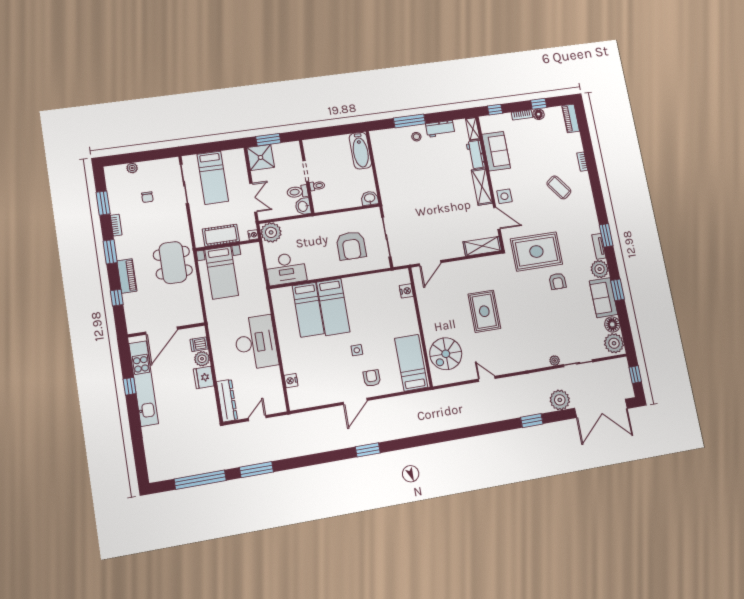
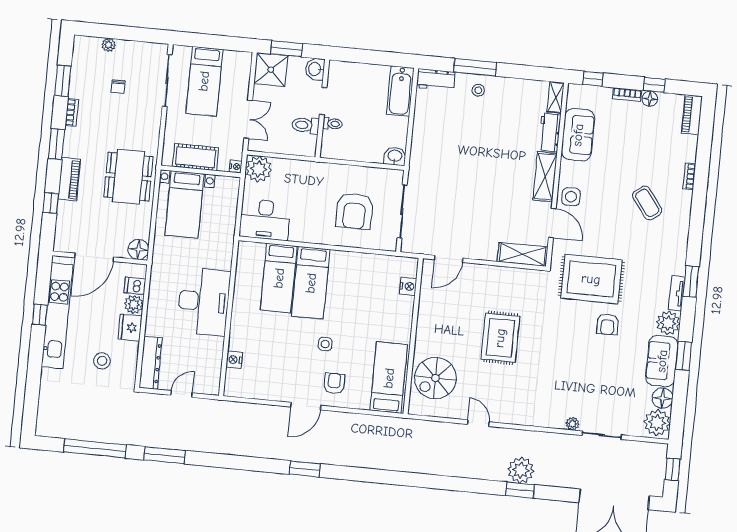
workbench: (440, 129) -> (436, 80), moved
washbasin: (303, 206) -> (315, 69), moved
floor lamp: (195, 316) -> (138, 249), added
plant: (560, 400) -> (521, 470), moved
stool: (188, 409) -> (102, 361), added

